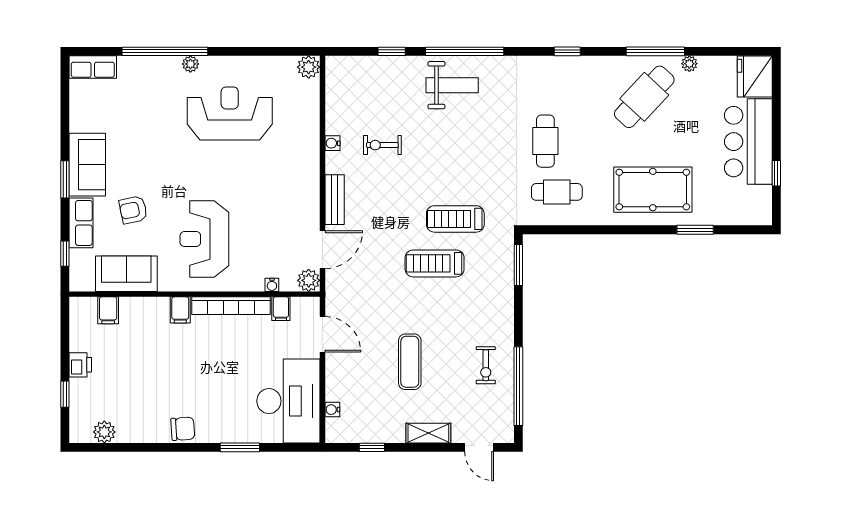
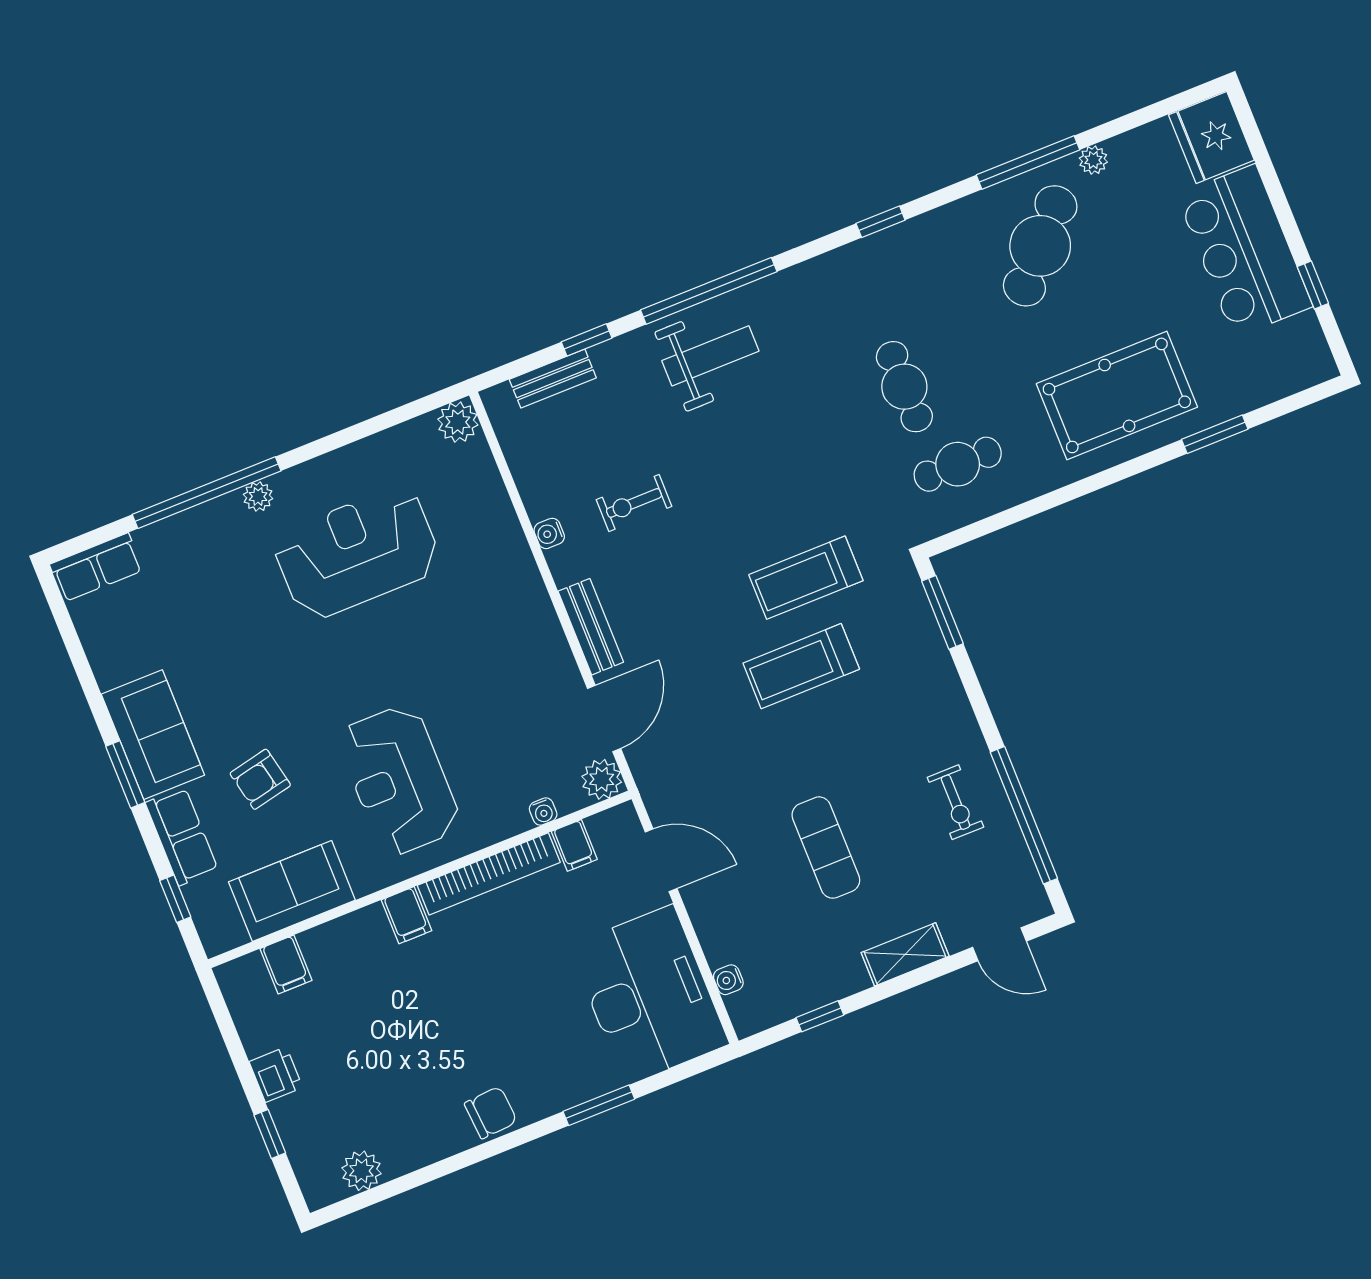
bench: (366, 64) -> (553, 379), added

